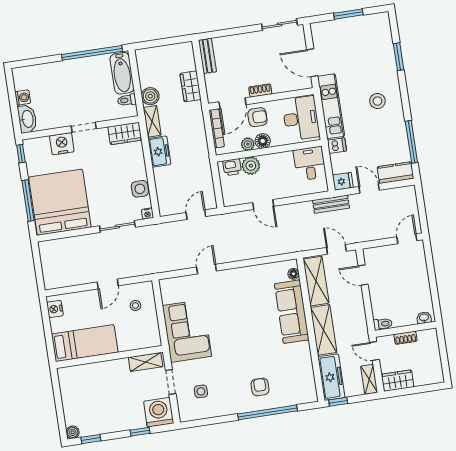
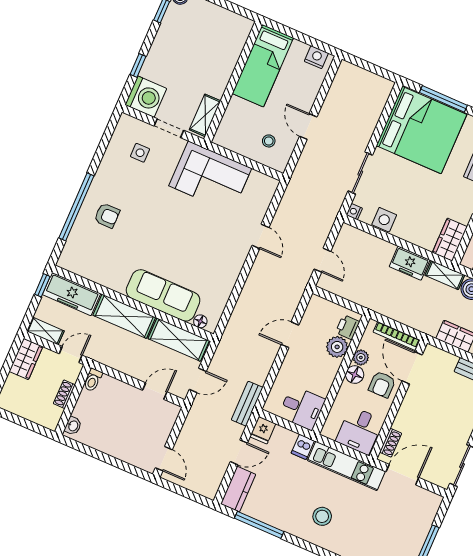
shoe rack: (260, 90) -> (391, 443), moved
desk: (301, 118) -> (359, 430), width x0.73

